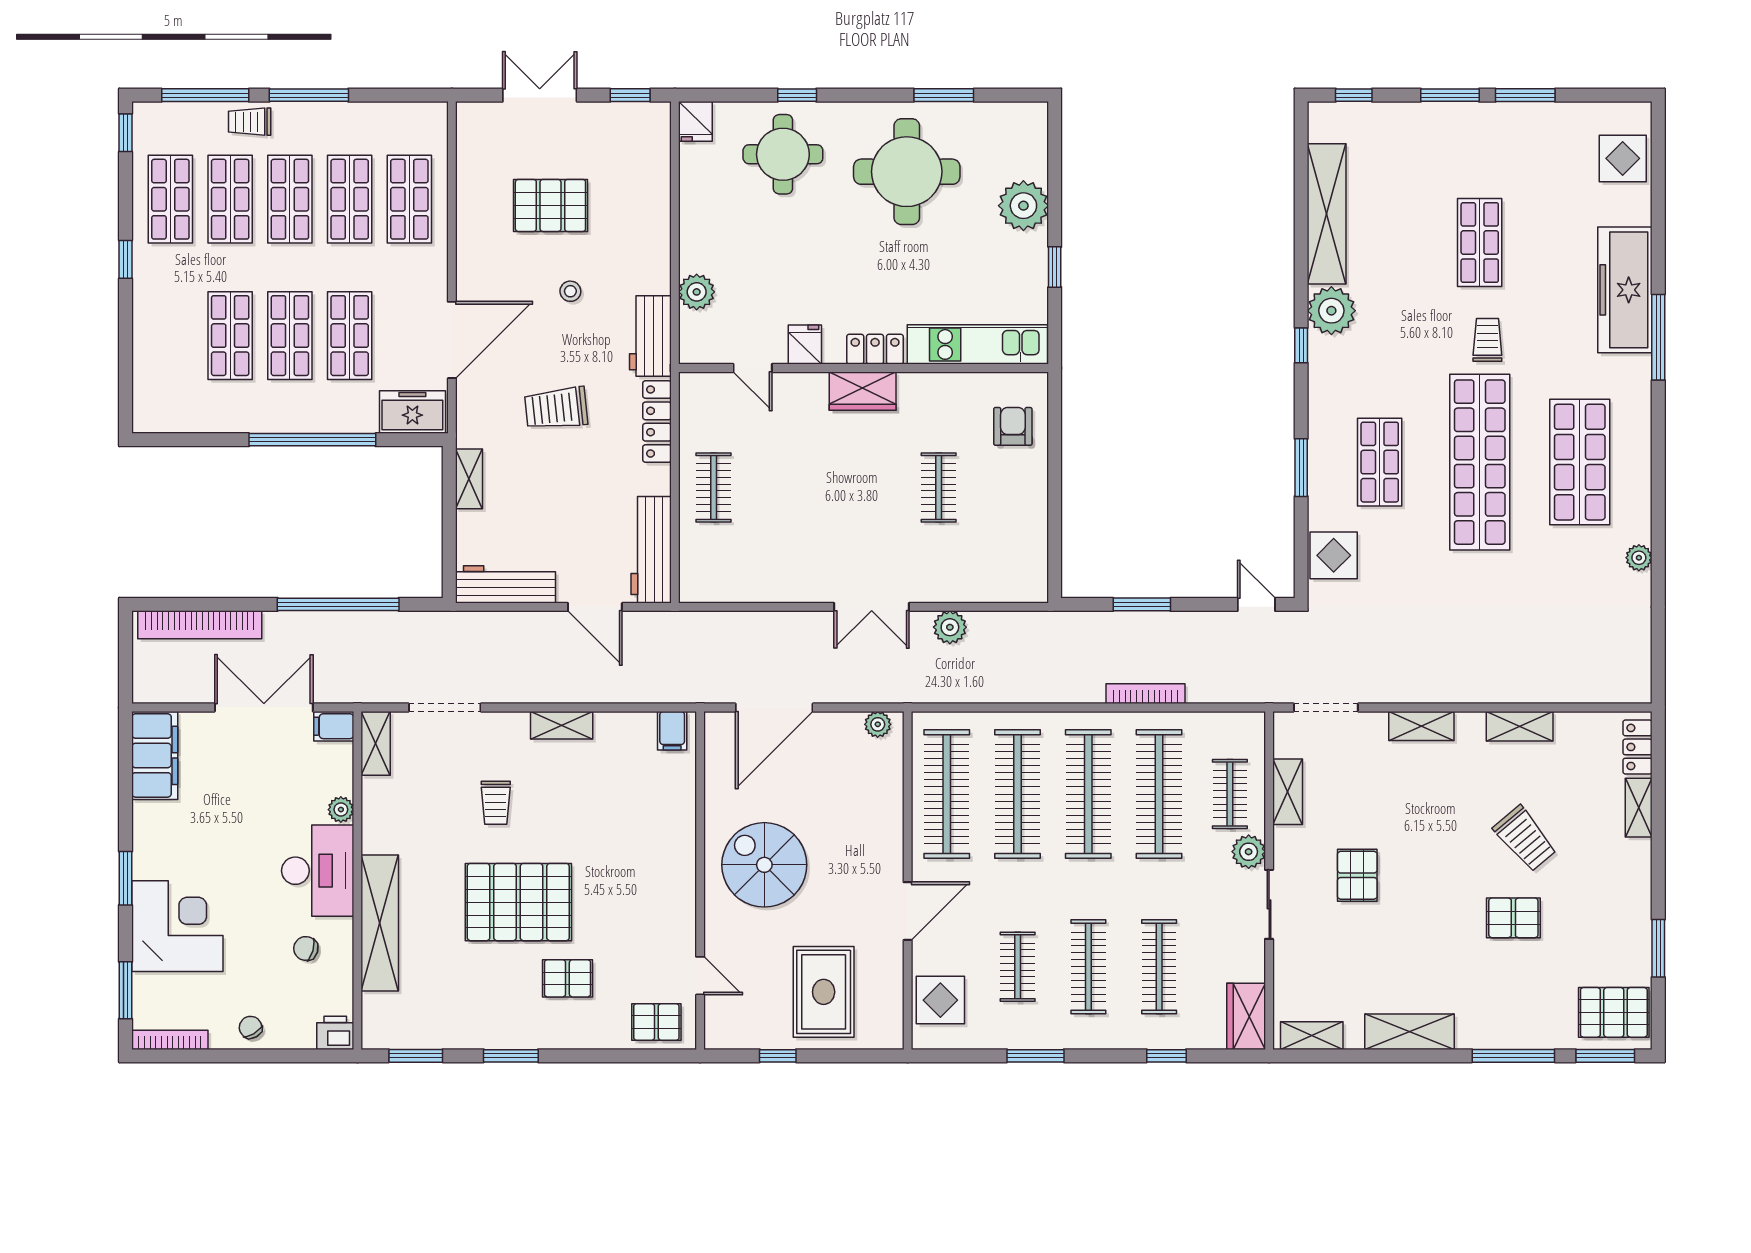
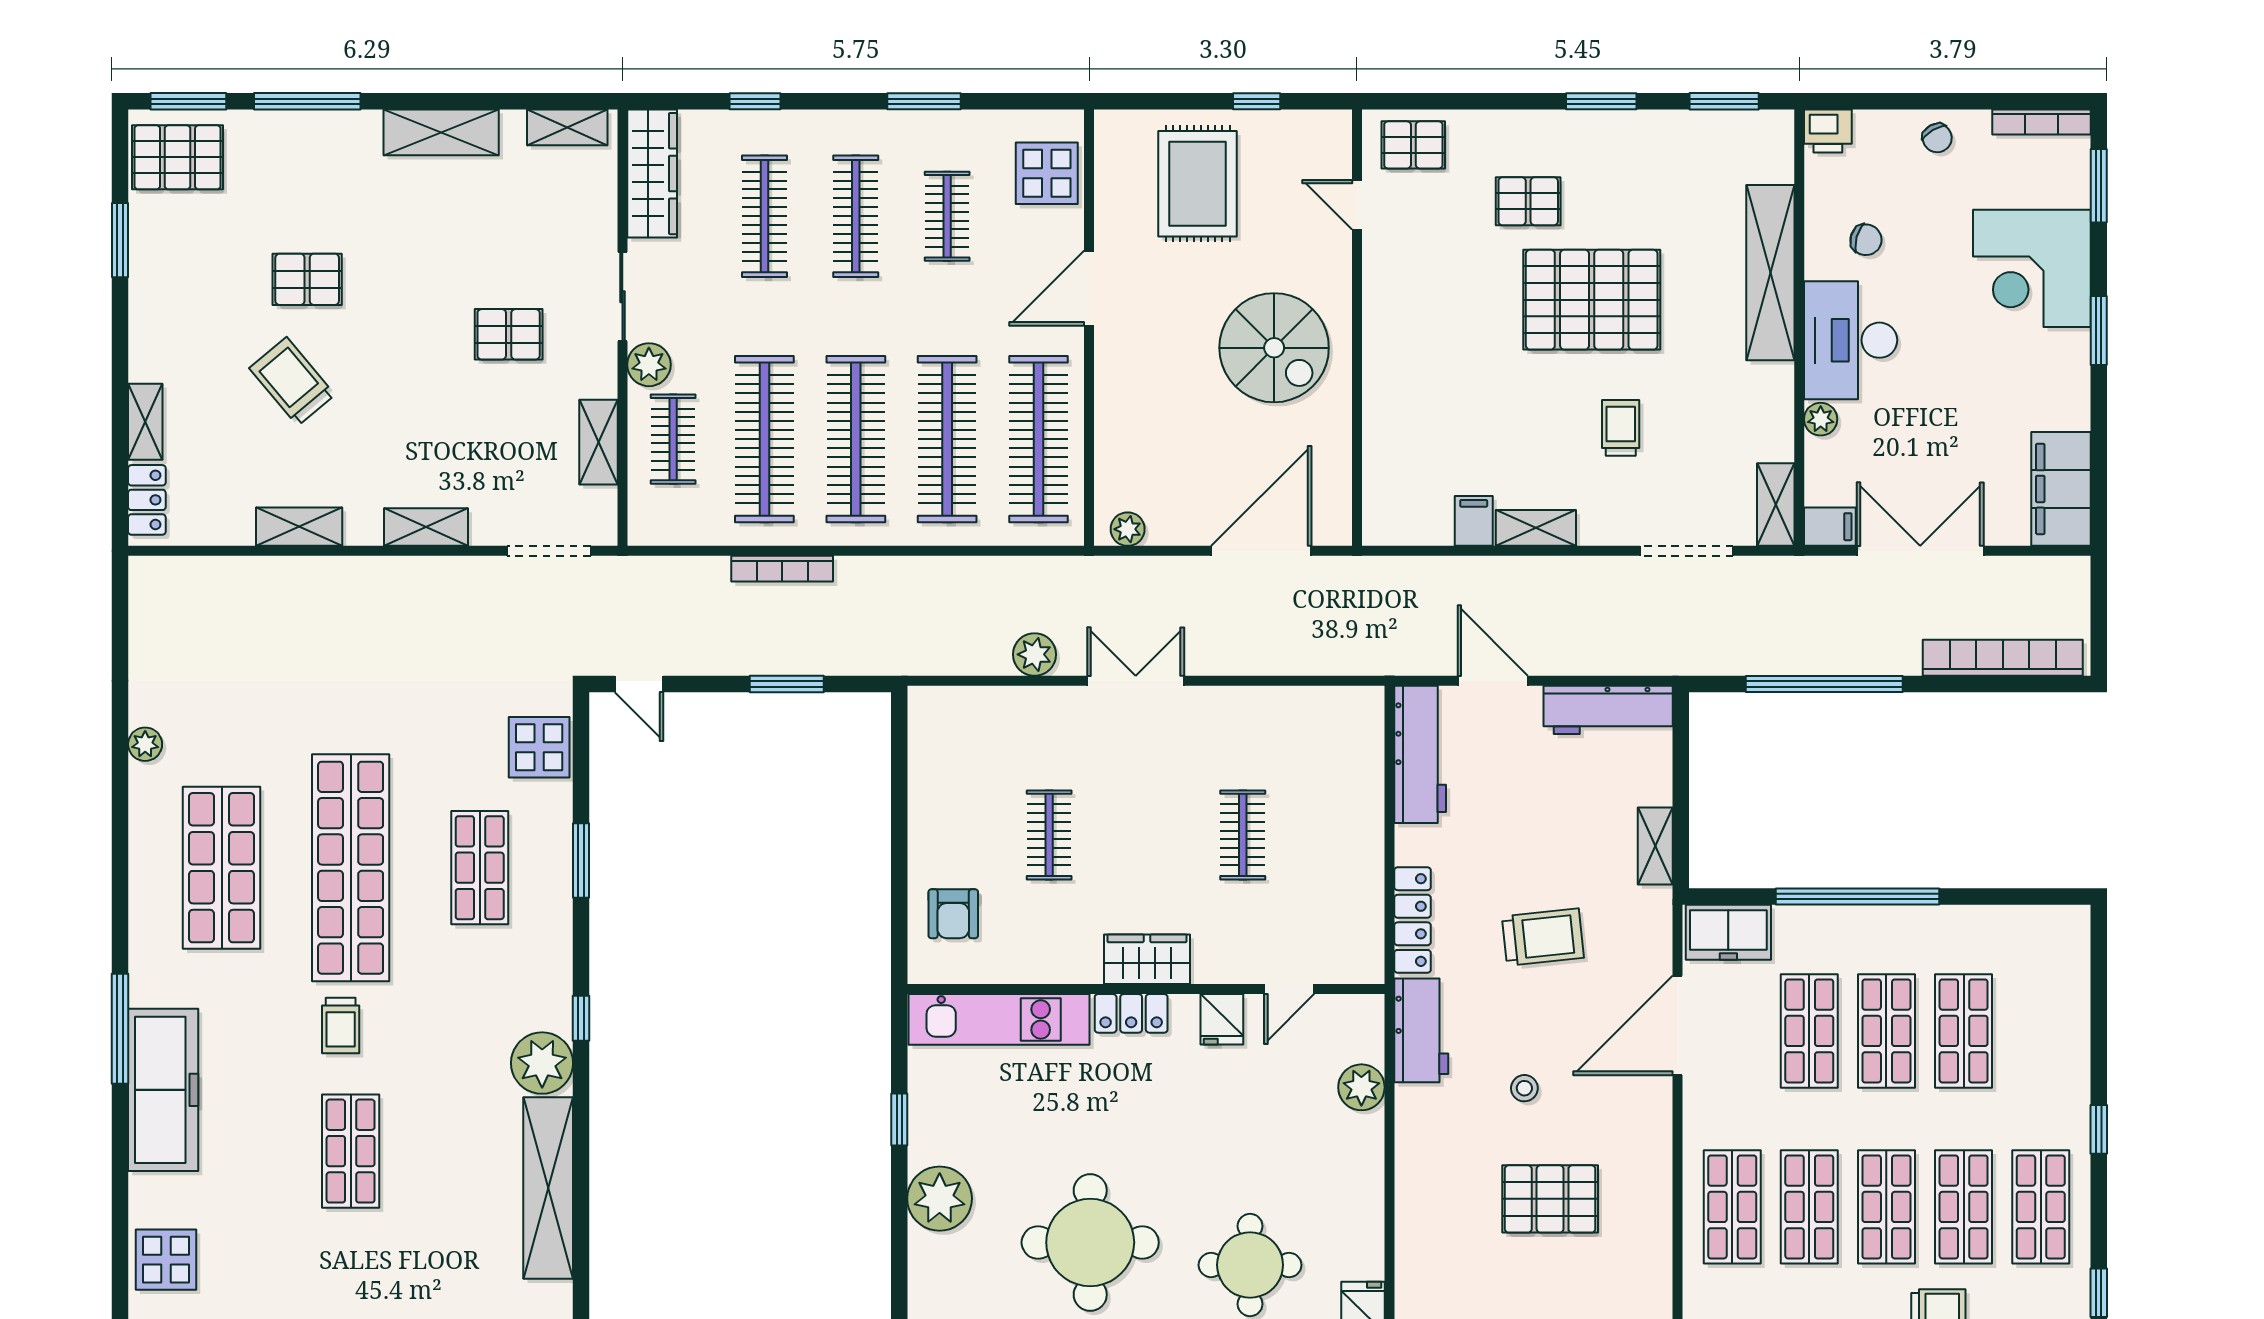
door: (753, 368) -> (1289, 989), swing flipped
clothes rail: (714, 487) -> (1243, 835), moved
double door: (264, 707) -> (1920, 551), swing flipped
filing cabinet: (672, 731) -> (1474, 521), moved
pallet: (1357, 875) -> (509, 334), turned 90
wardrobe: (1246, 1016) -> (652, 174), width x1.50

